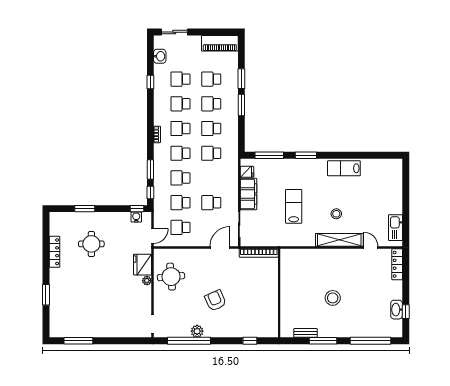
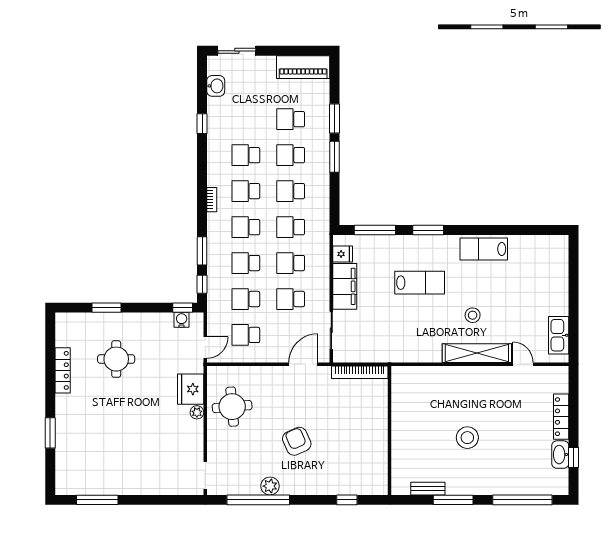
school desk: (180, 79) -> (291, 263), moved
lab bench: (294, 206) -> (420, 283), moved, turned 90
locker: (397, 264) -> (561, 417), moved

